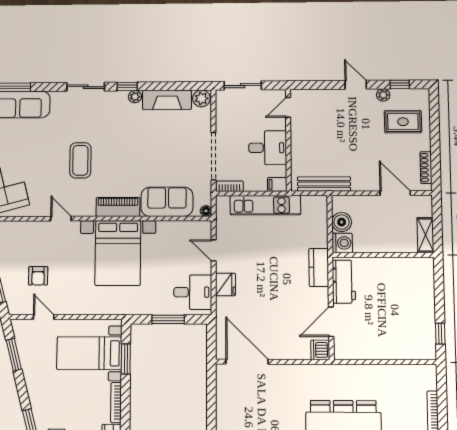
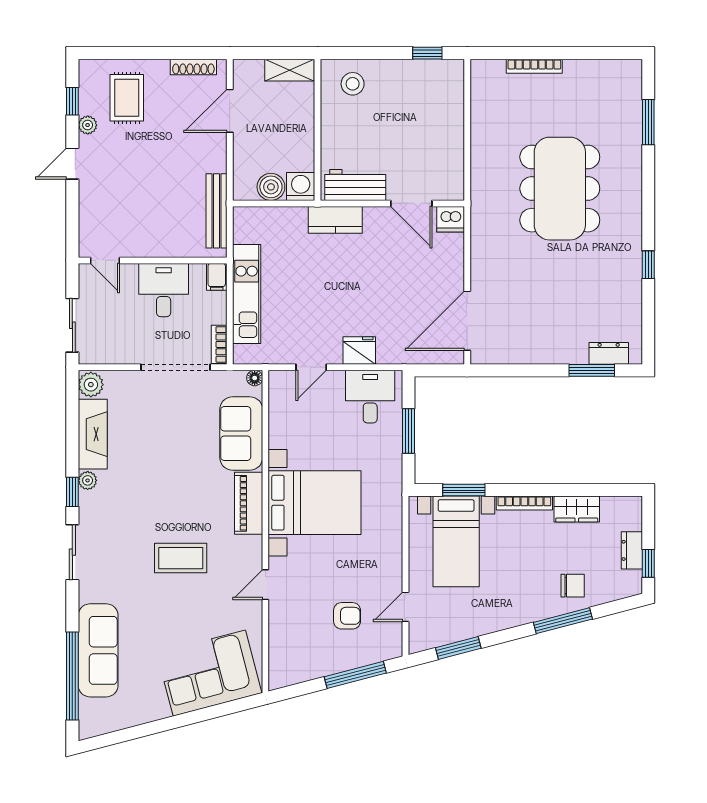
stool: (417, 280) -> (353, 84), added

